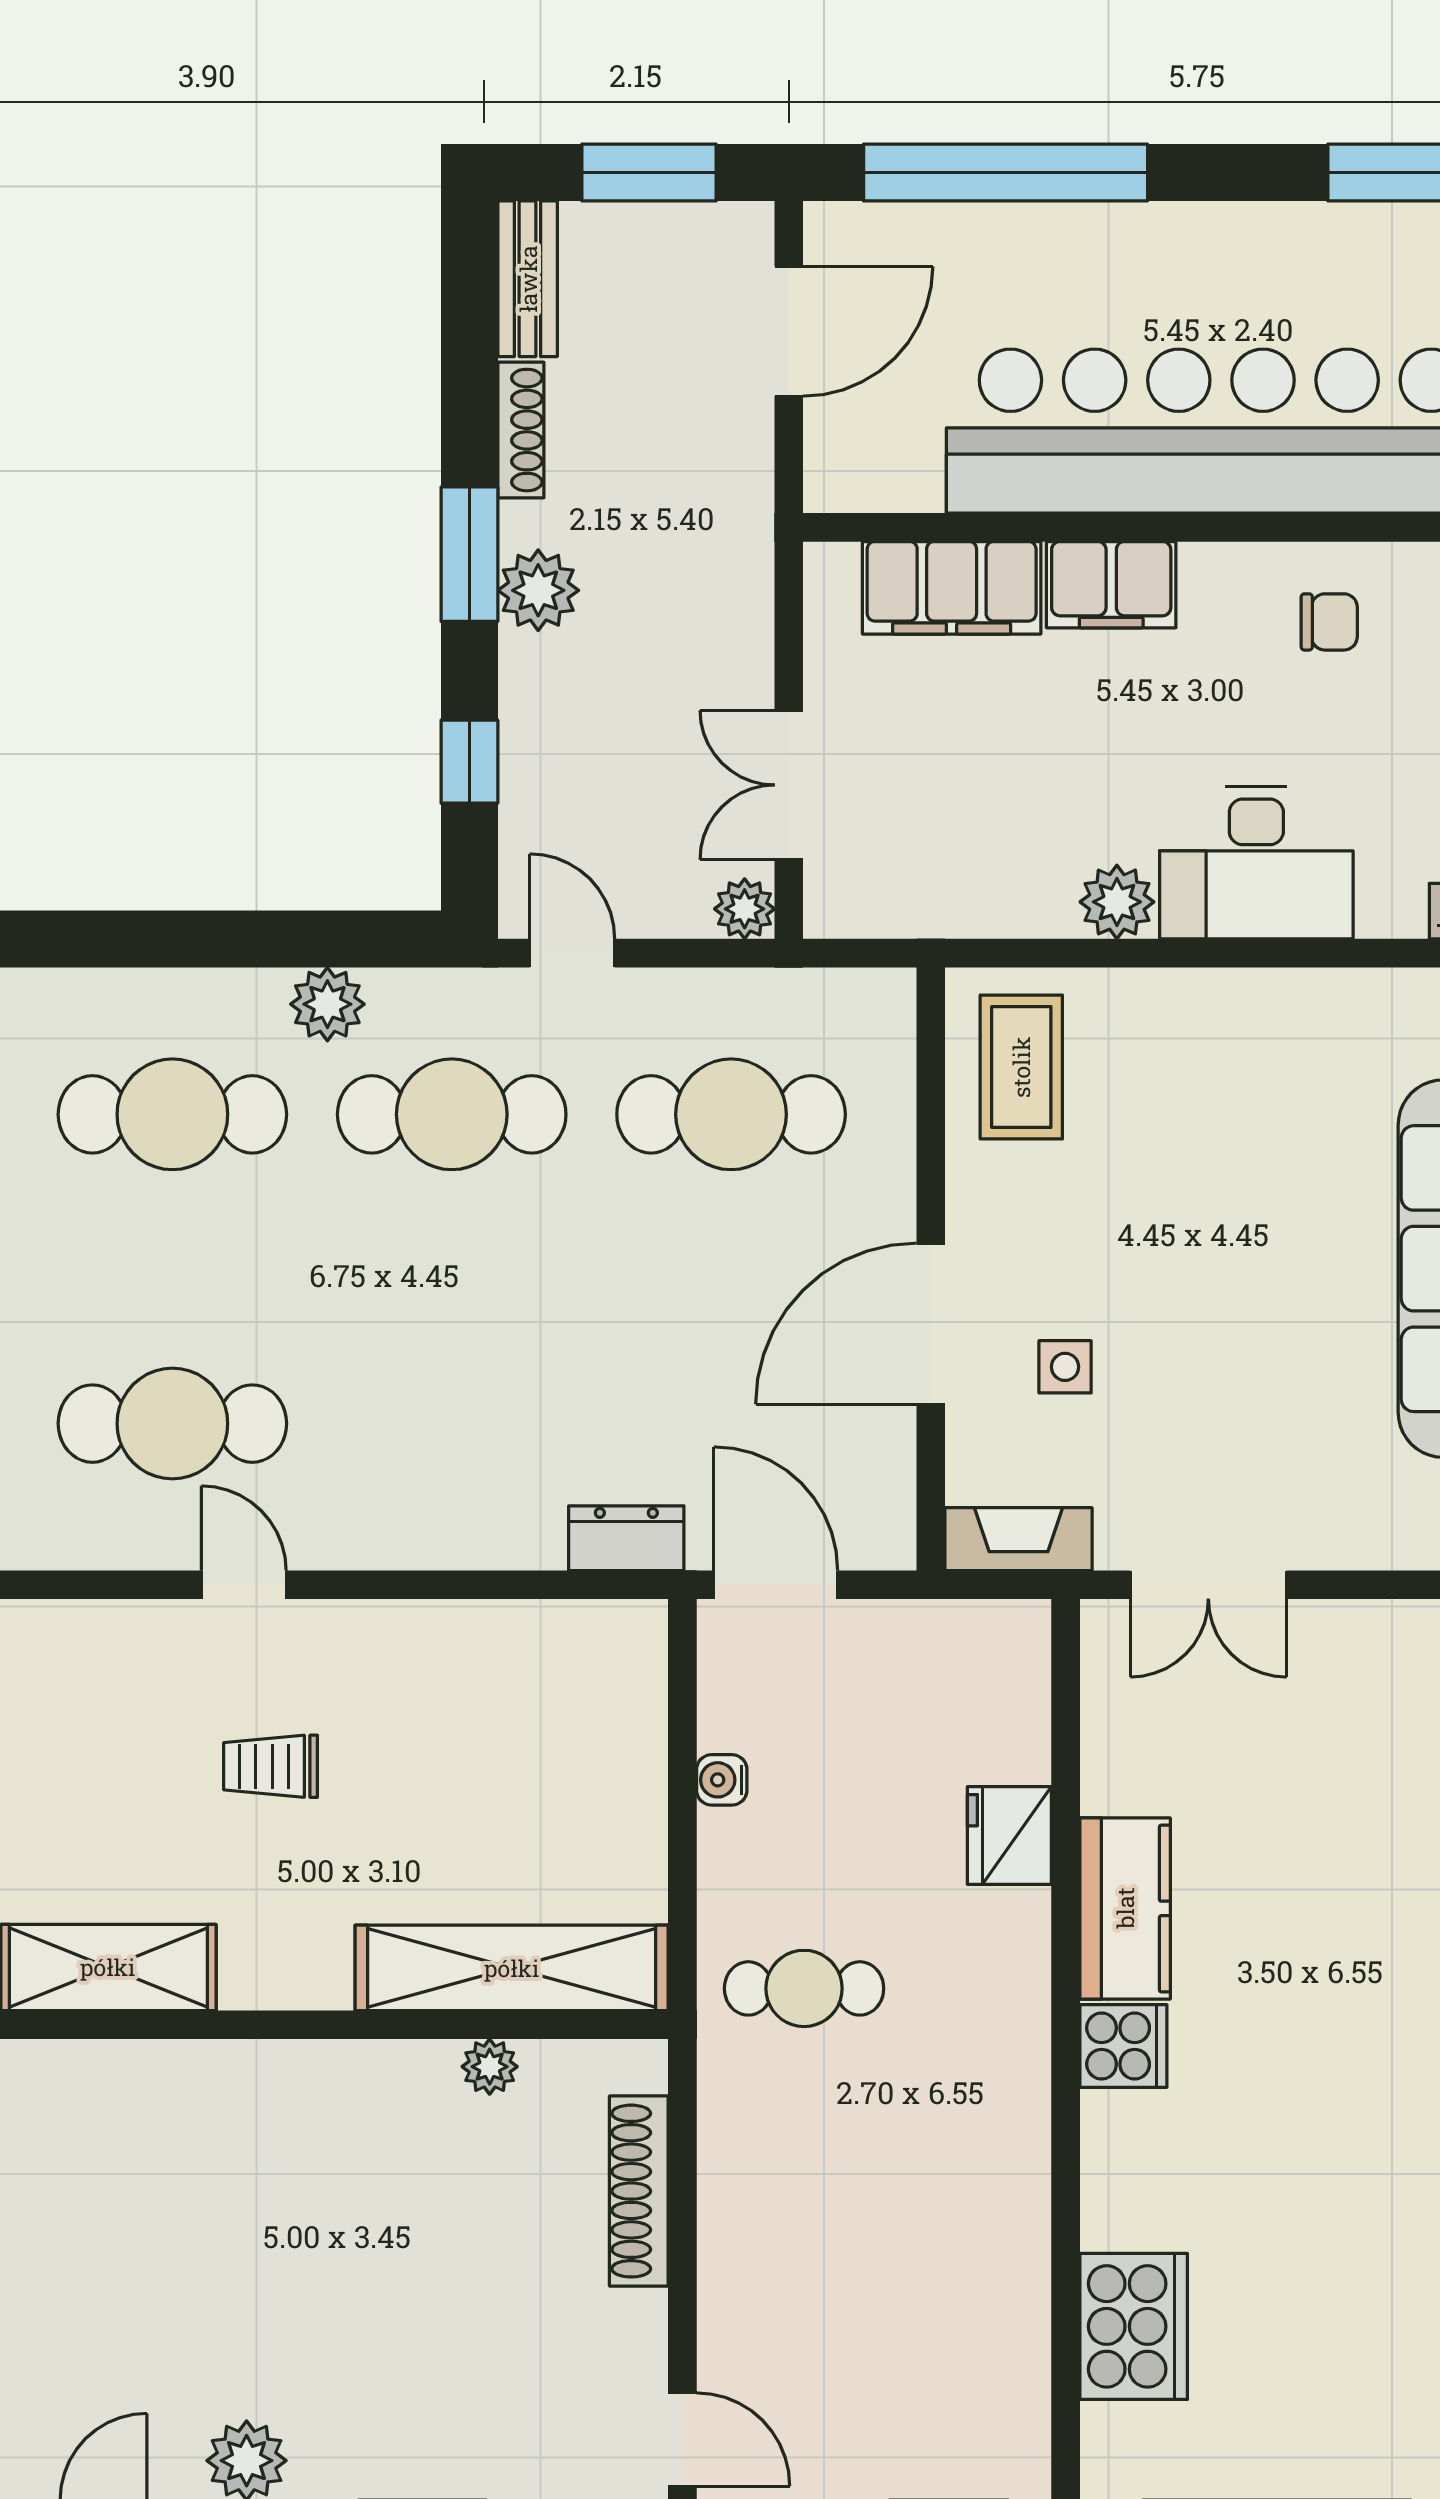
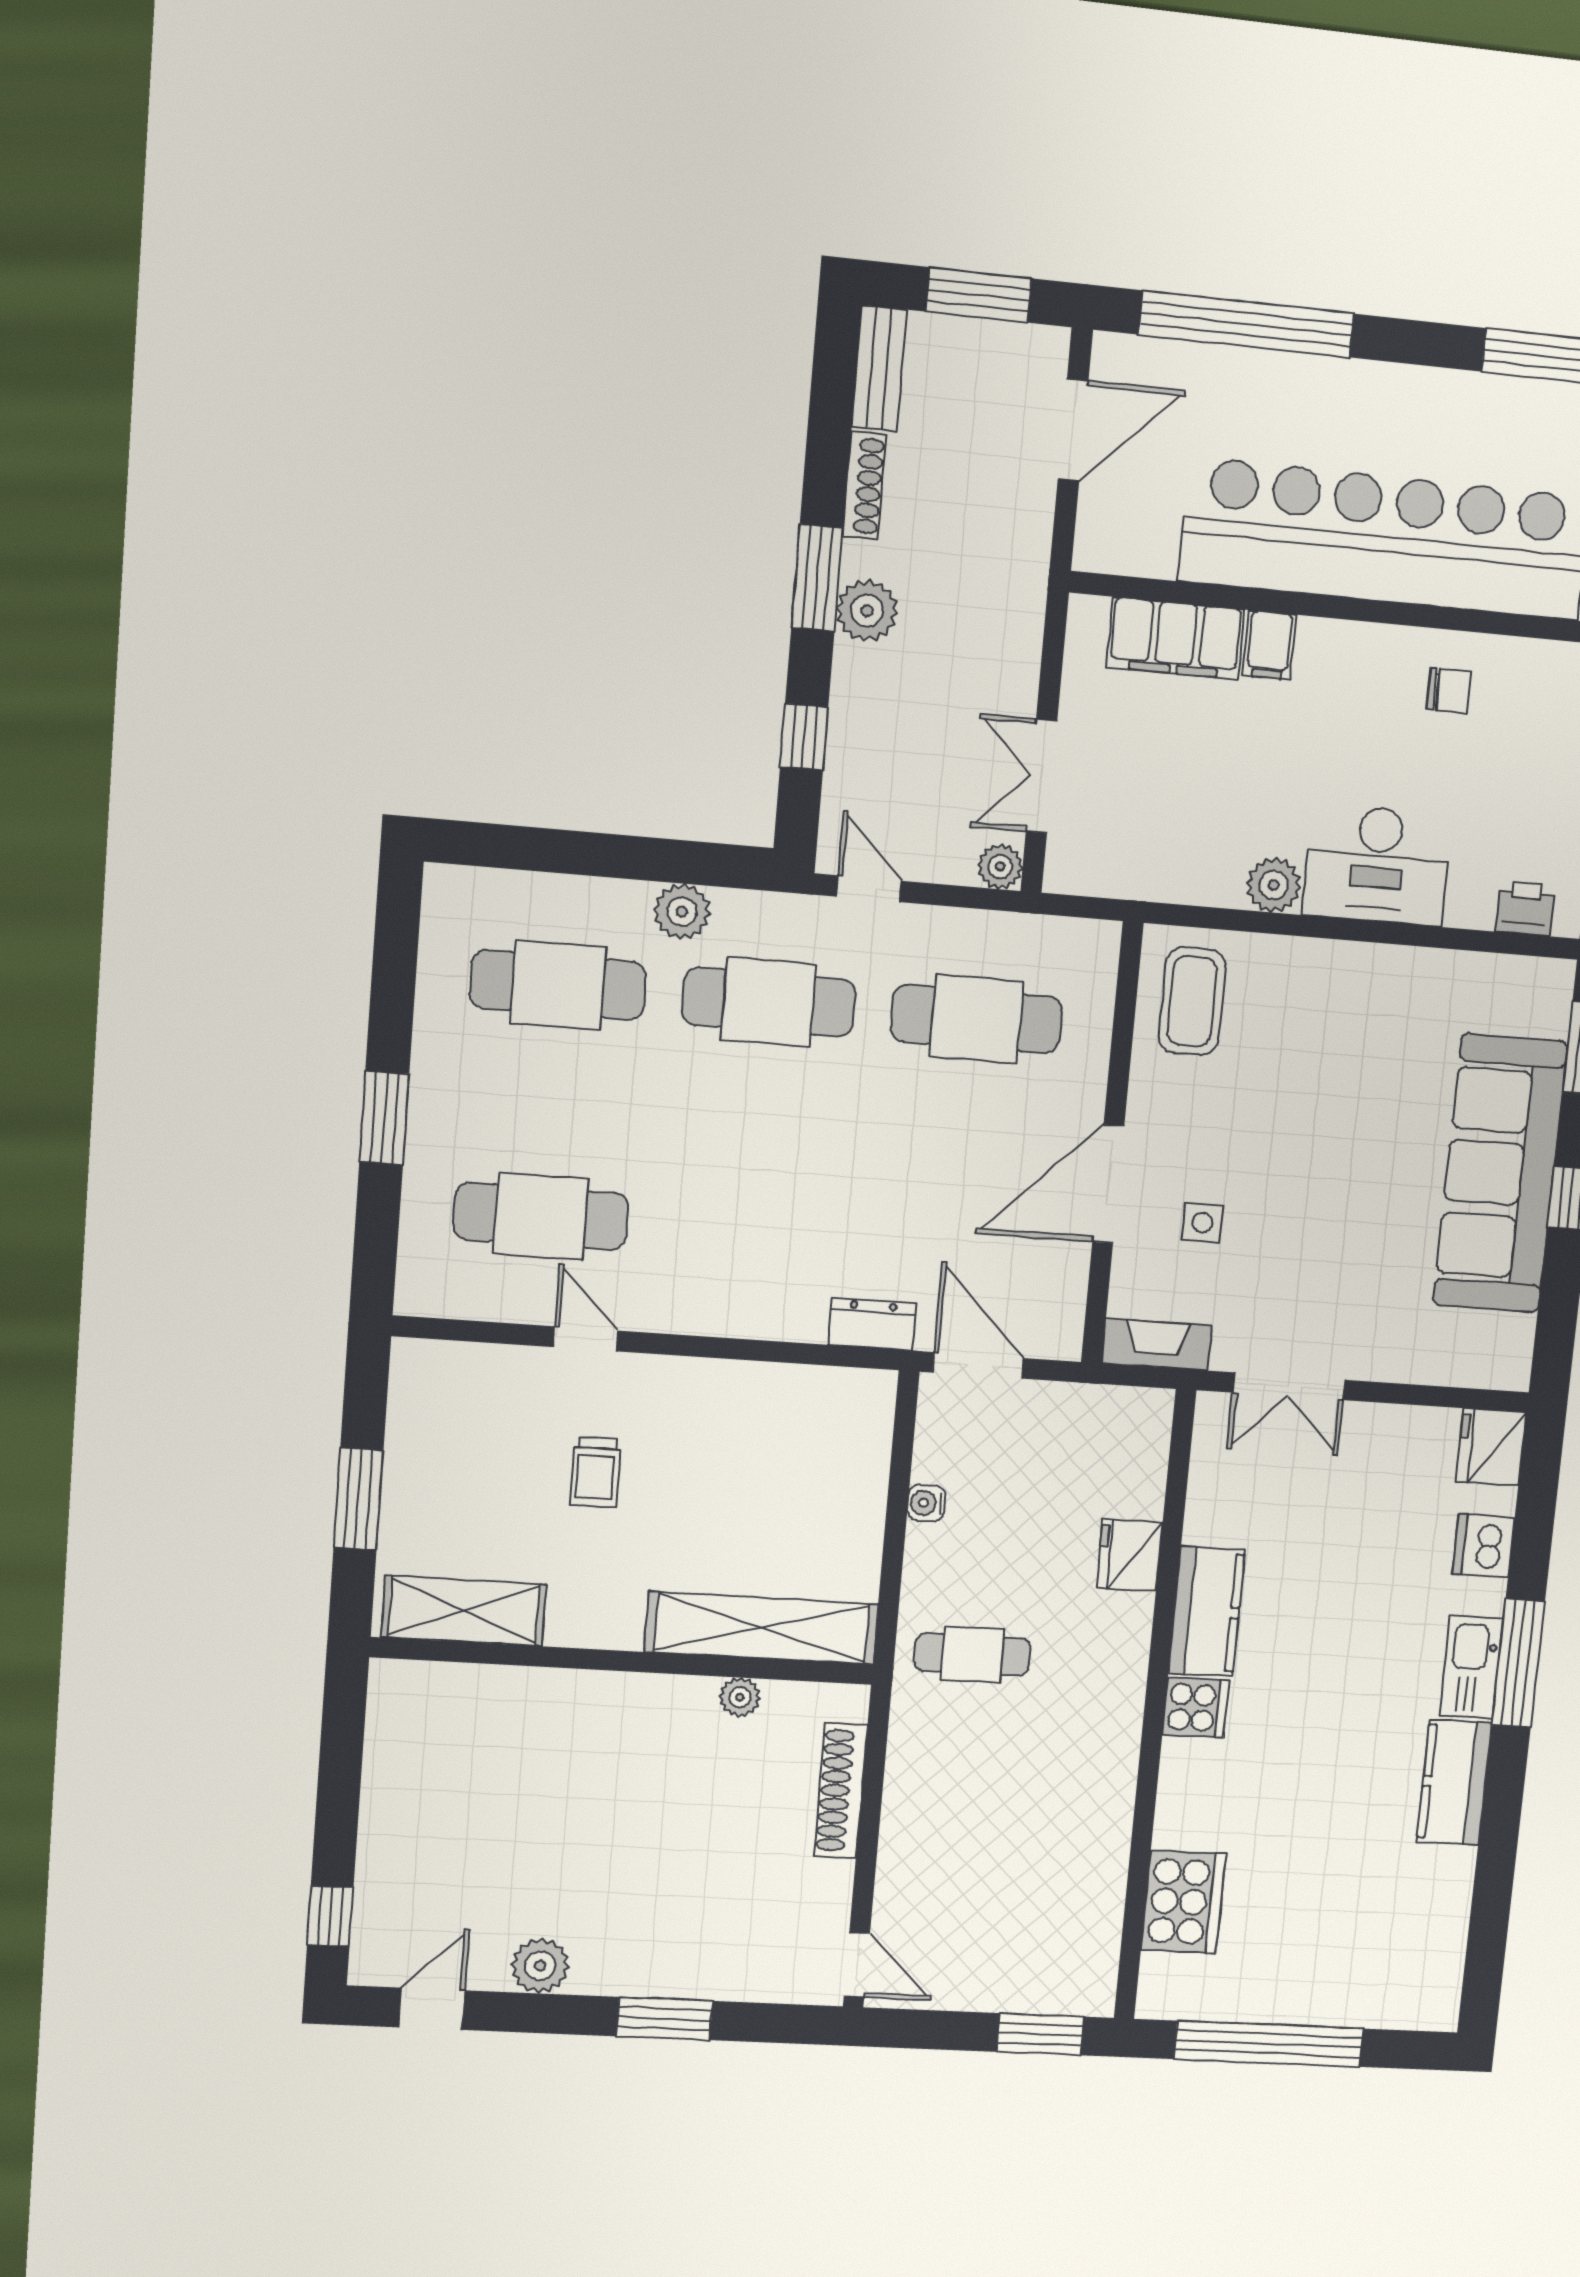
filing cabinet: (1111, 585) -> (1270, 645), width x0.50
trolley: (271, 1766) -> (596, 1473), turned -90

